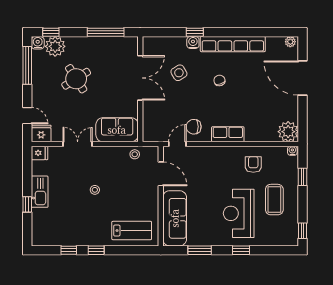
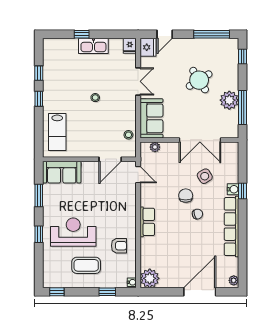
water cooler: (38, 43) -> (233, 44), removed
plant: (55, 46) -> (229, 100), moved
plant: (148, 126) -> (155, 147), added
chair: (194, 127) -> (186, 196), moved
sofa: (175, 218) -> (62, 172), width x0.73

